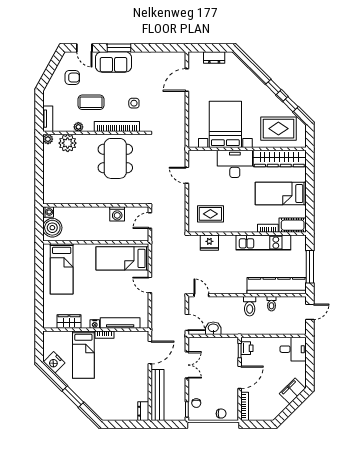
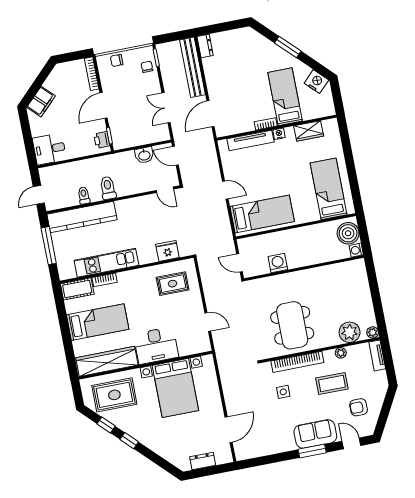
door: (150, 221) -> (239, 263), swing flipped

